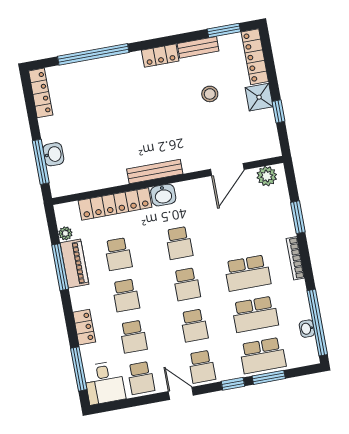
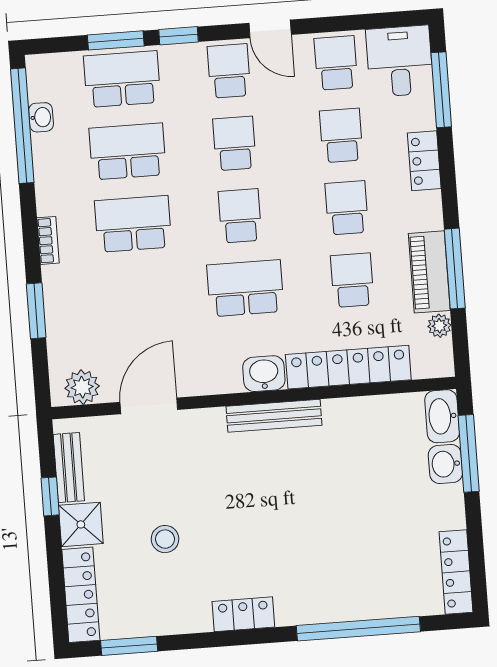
bench: (198, 47) -> (69, 468), moved, turned 90
washbasin: (58, 181) -> (442, 416), added
school desk: (179, 243) -> (245, 288), width x1.85
bookcase: (295, 258) -> (48, 240), width x0.64

